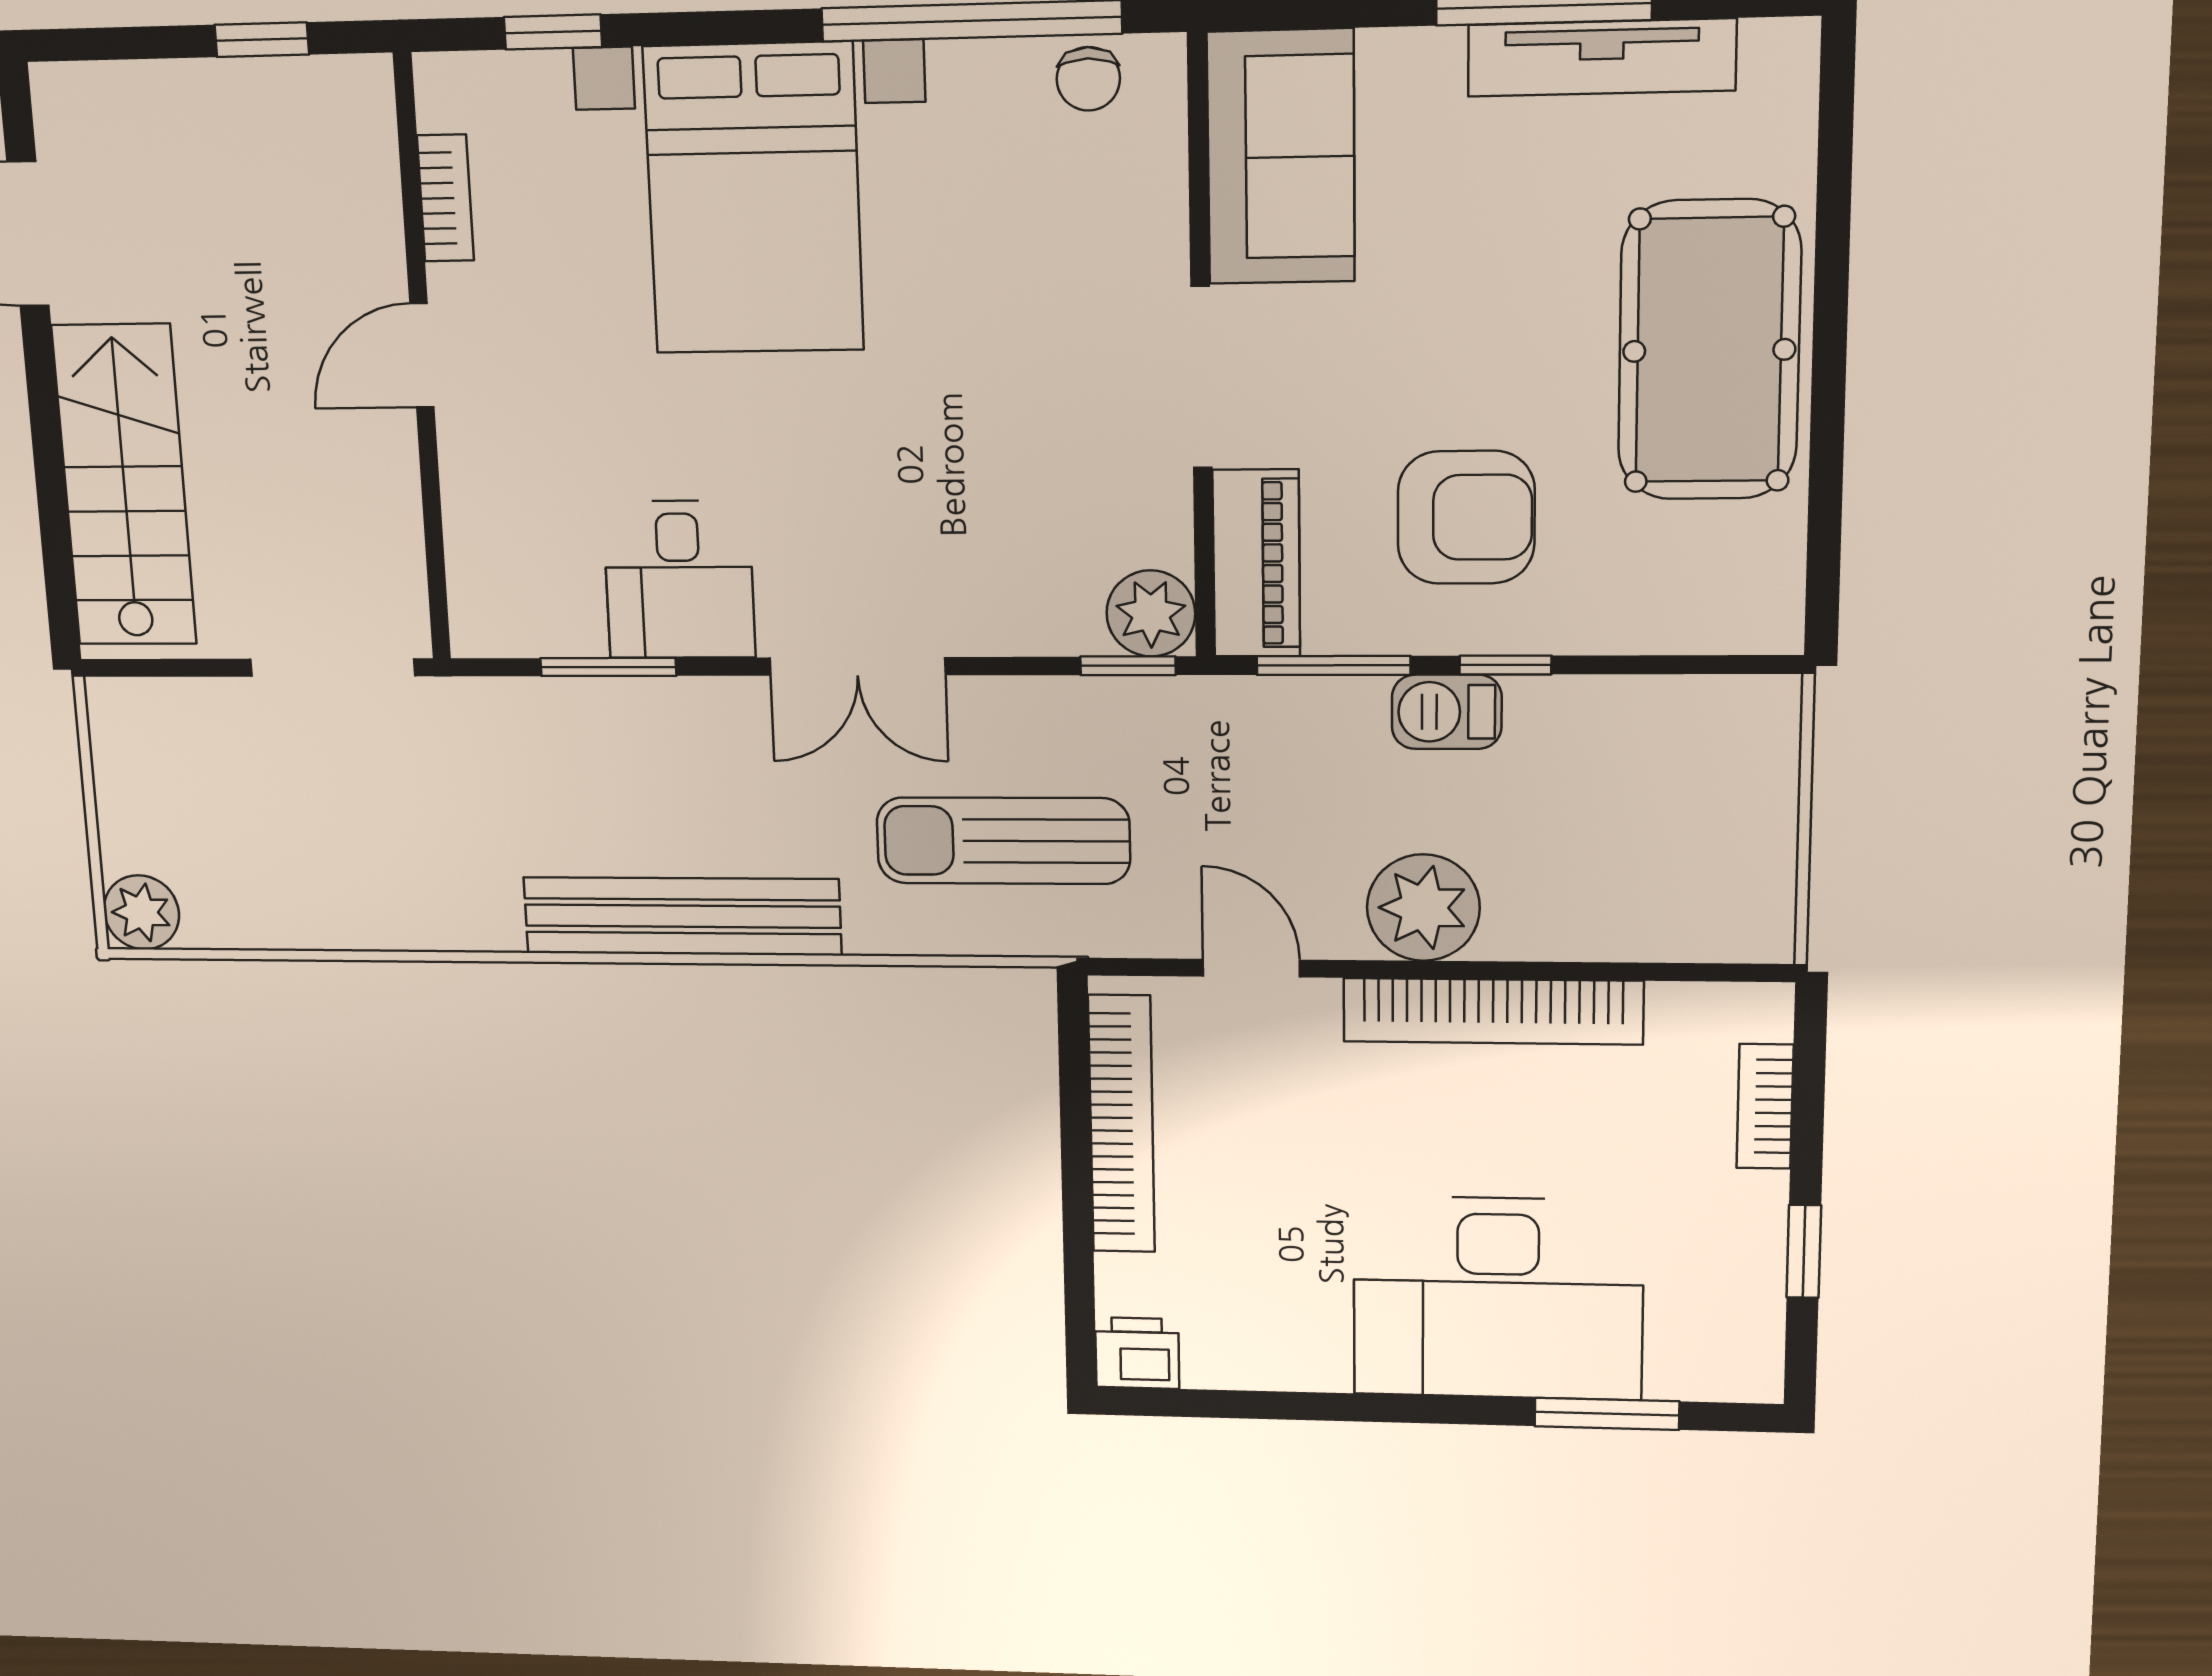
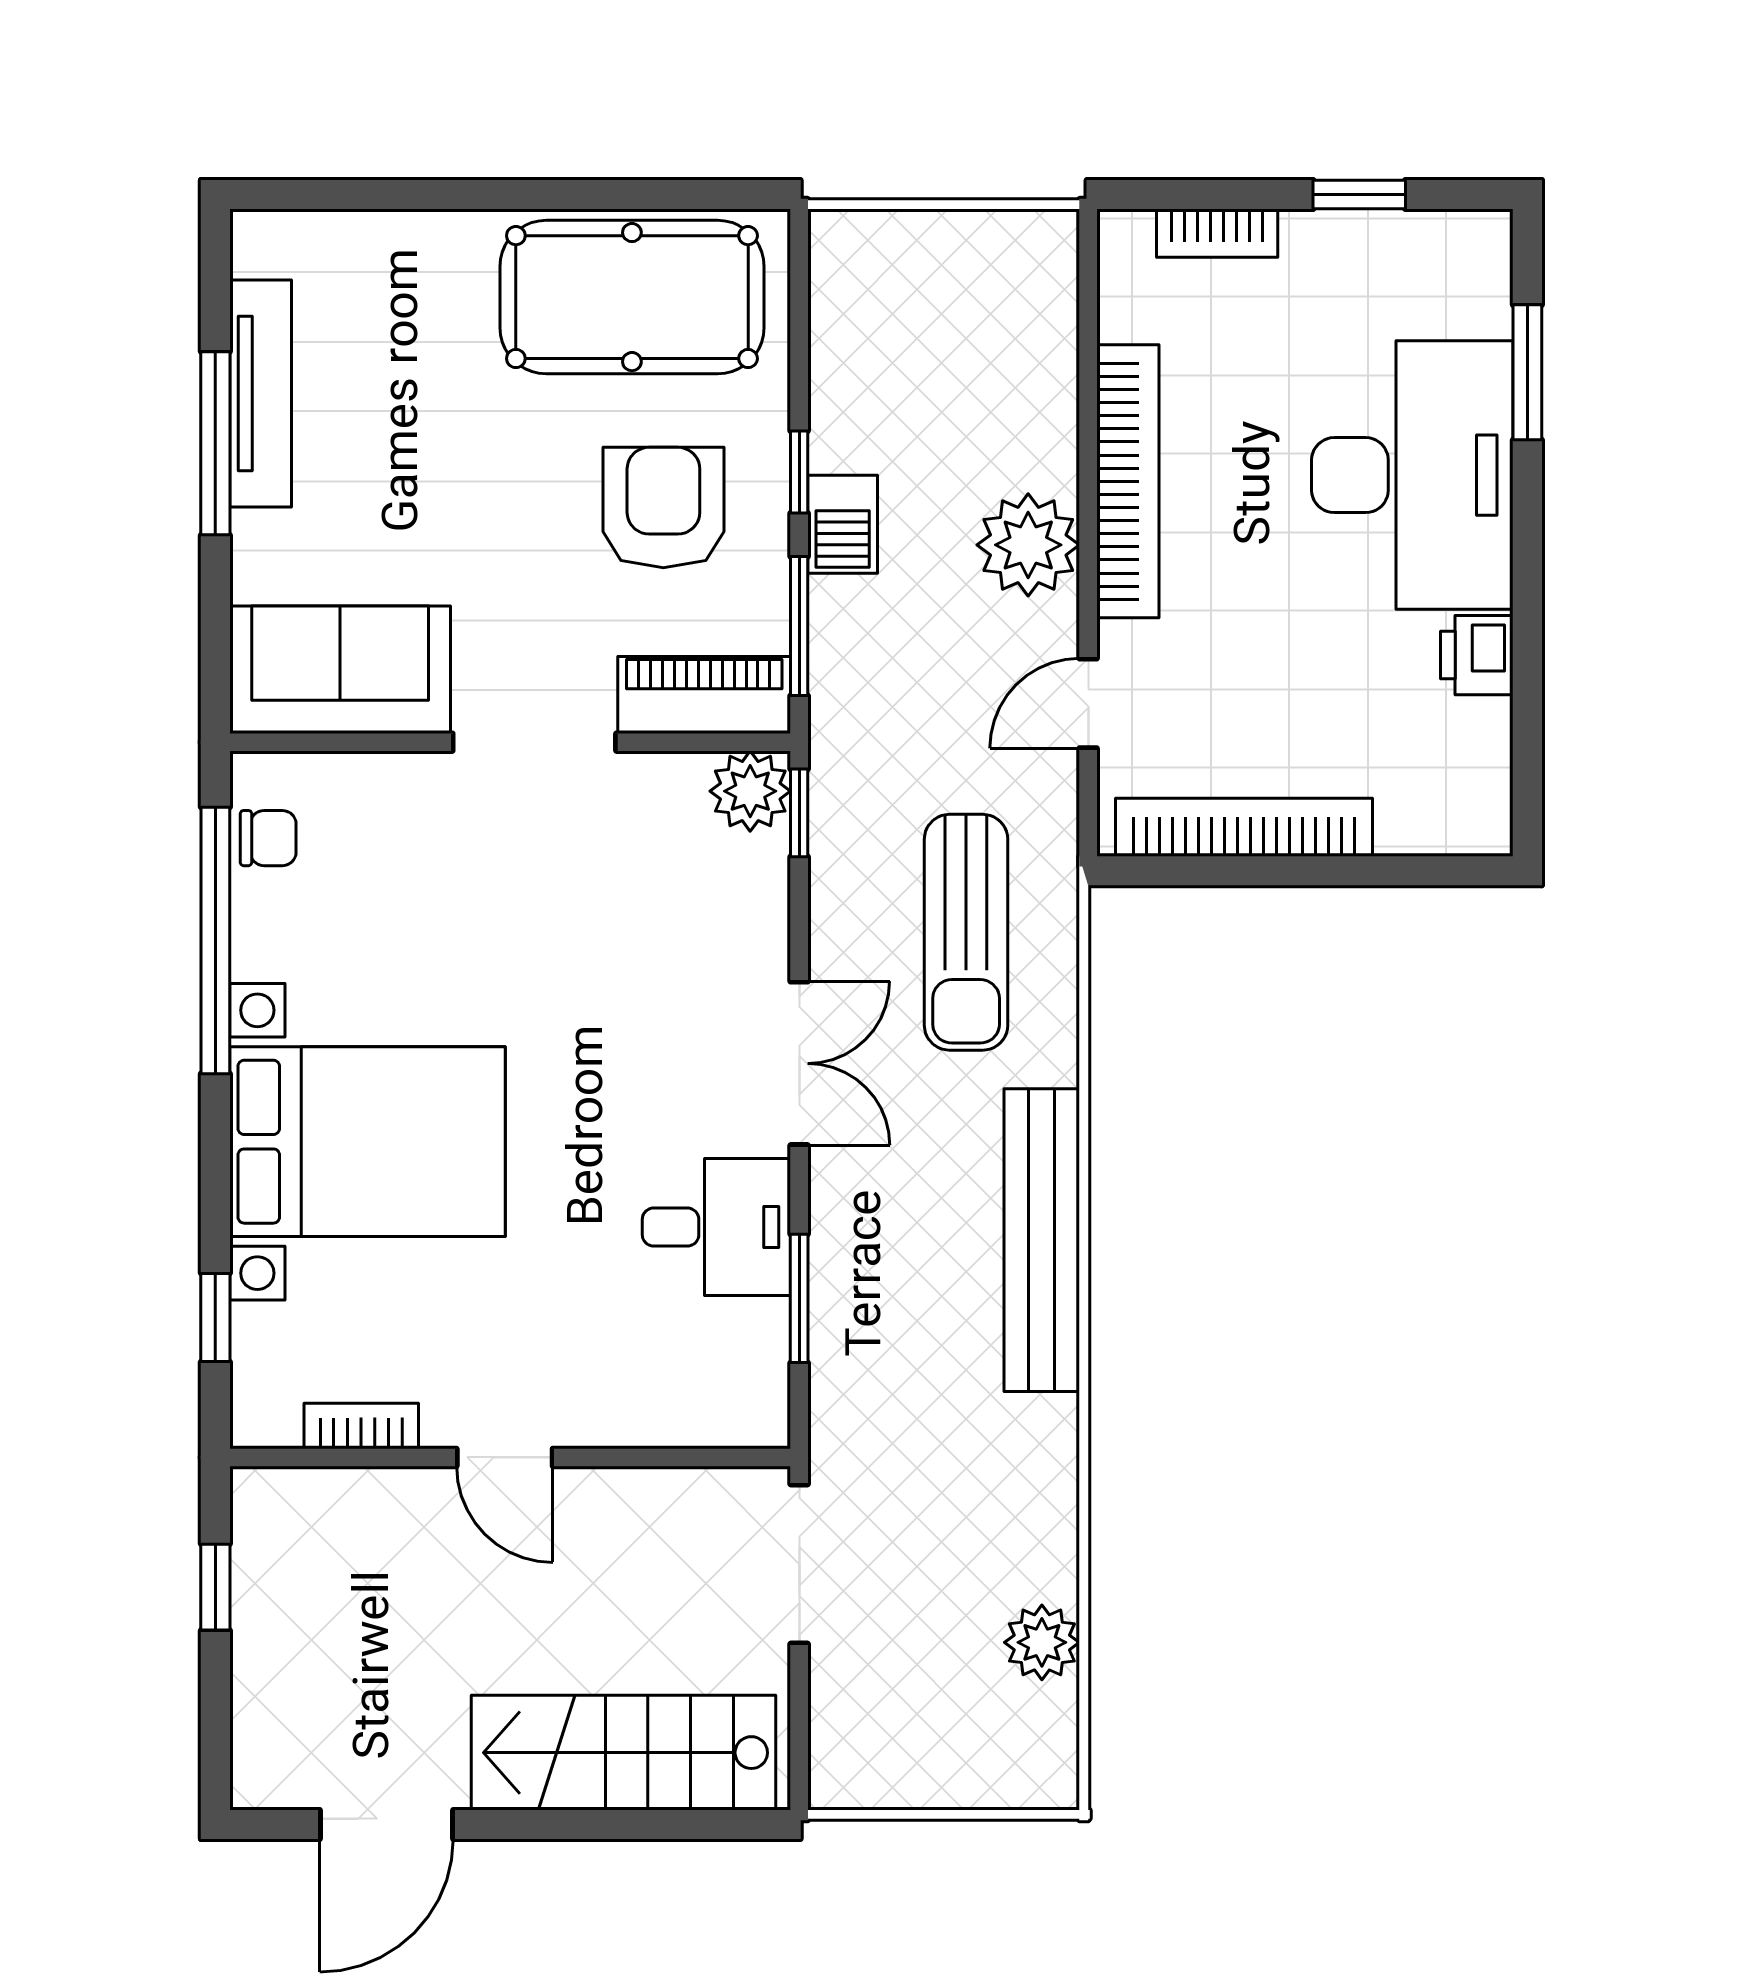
pool table: (1709, 350) -> (632, 297), moved
plant: (141, 912) -> (1042, 1642), moved
printer: (1137, 1353) -> (1477, 655), moved

